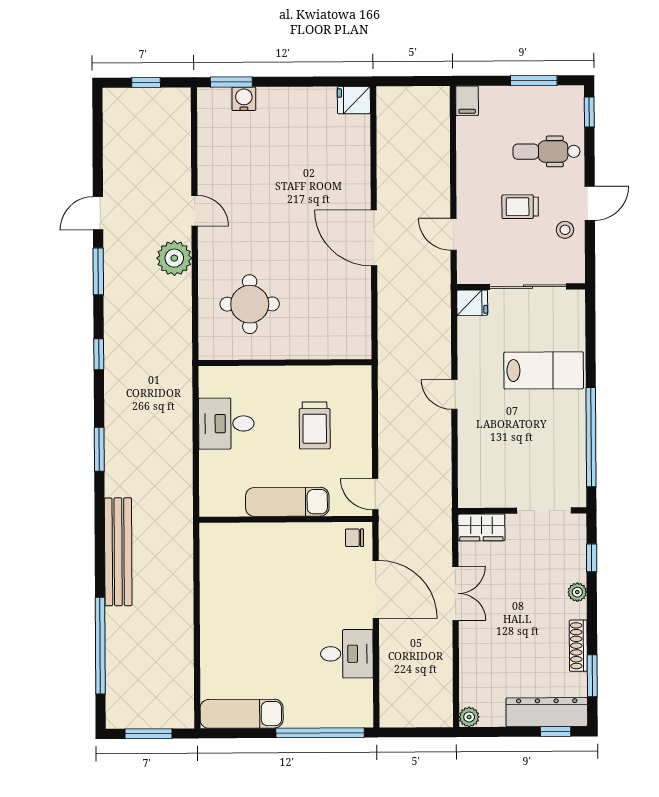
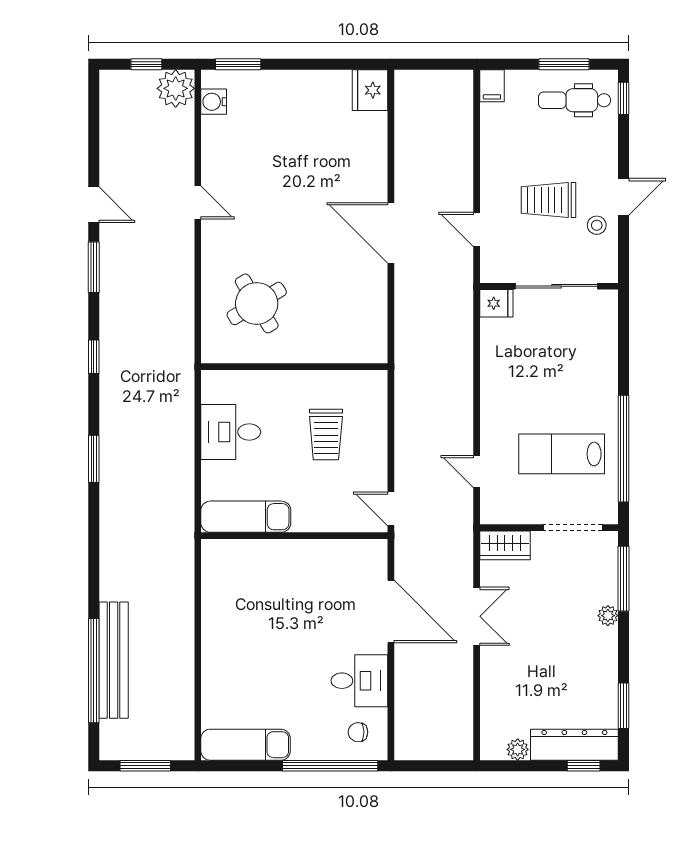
water cooler: (244, 99) -> (214, 102), moved, turned -90
fridge: (354, 100) -> (370, 90), width x1.38
dental chair: (546, 151) -> (575, 100), moved
trolley: (520, 207) -> (548, 200), width x1.36, depth x1.39
door: (98, 213) -> (94, 205), swing flipped
plant: (174, 258) -> (176, 88), moved
round table: (250, 304) -> (257, 303), turned -31
lab bench: (544, 370) -> (562, 454), moved, turned 180
door: (454, 394) -> (477, 472), moved
exam couch: (287, 502) -> (246, 517), moved
chair: (355, 538) -> (358, 732), moved
bench: (118, 552) -> (114, 660), moved
window: (592, 558) -> (624, 579), width x2.17
shoe rack: (578, 646) -> (609, 673), removed
plant: (469, 717) -> (518, 749), moved

